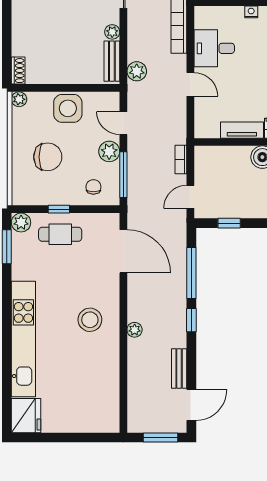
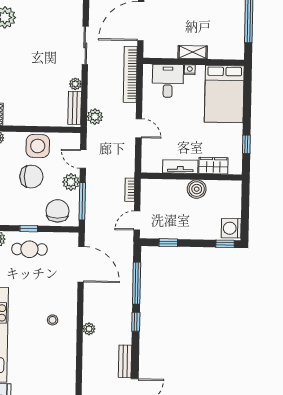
desk: (214, 48) -> (168, 81), moved, turned 90
chair: (48, 157) -> (31, 177), moved
chair: (93, 187) -> (57, 211), width x1.87, depth x1.87
stool: (90, 320) -> (53, 320), width x0.53, depth x0.53

